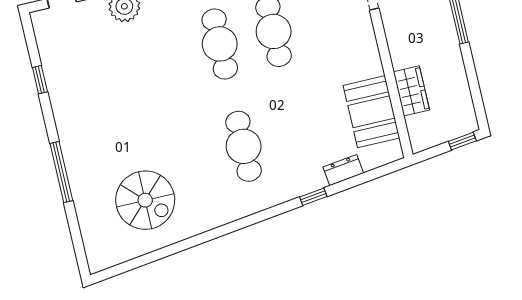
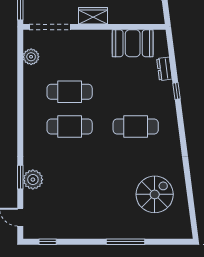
window: (40, 80) -> (48, 242), moved
wardrobe: (411, 91) -> (93, 16), moved

